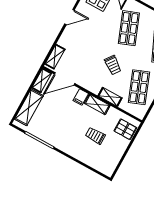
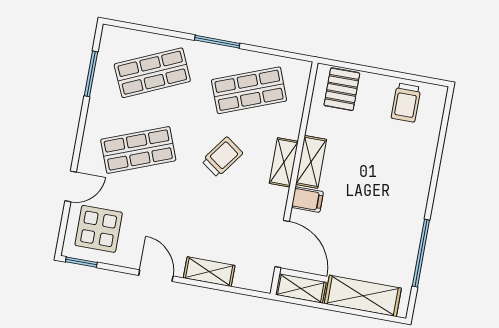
shelving: (55, 57) -> (209, 272), moved
shelving: (110, 97) -> (284, 162), moved
trolley: (95, 136) -> (406, 103), moved

